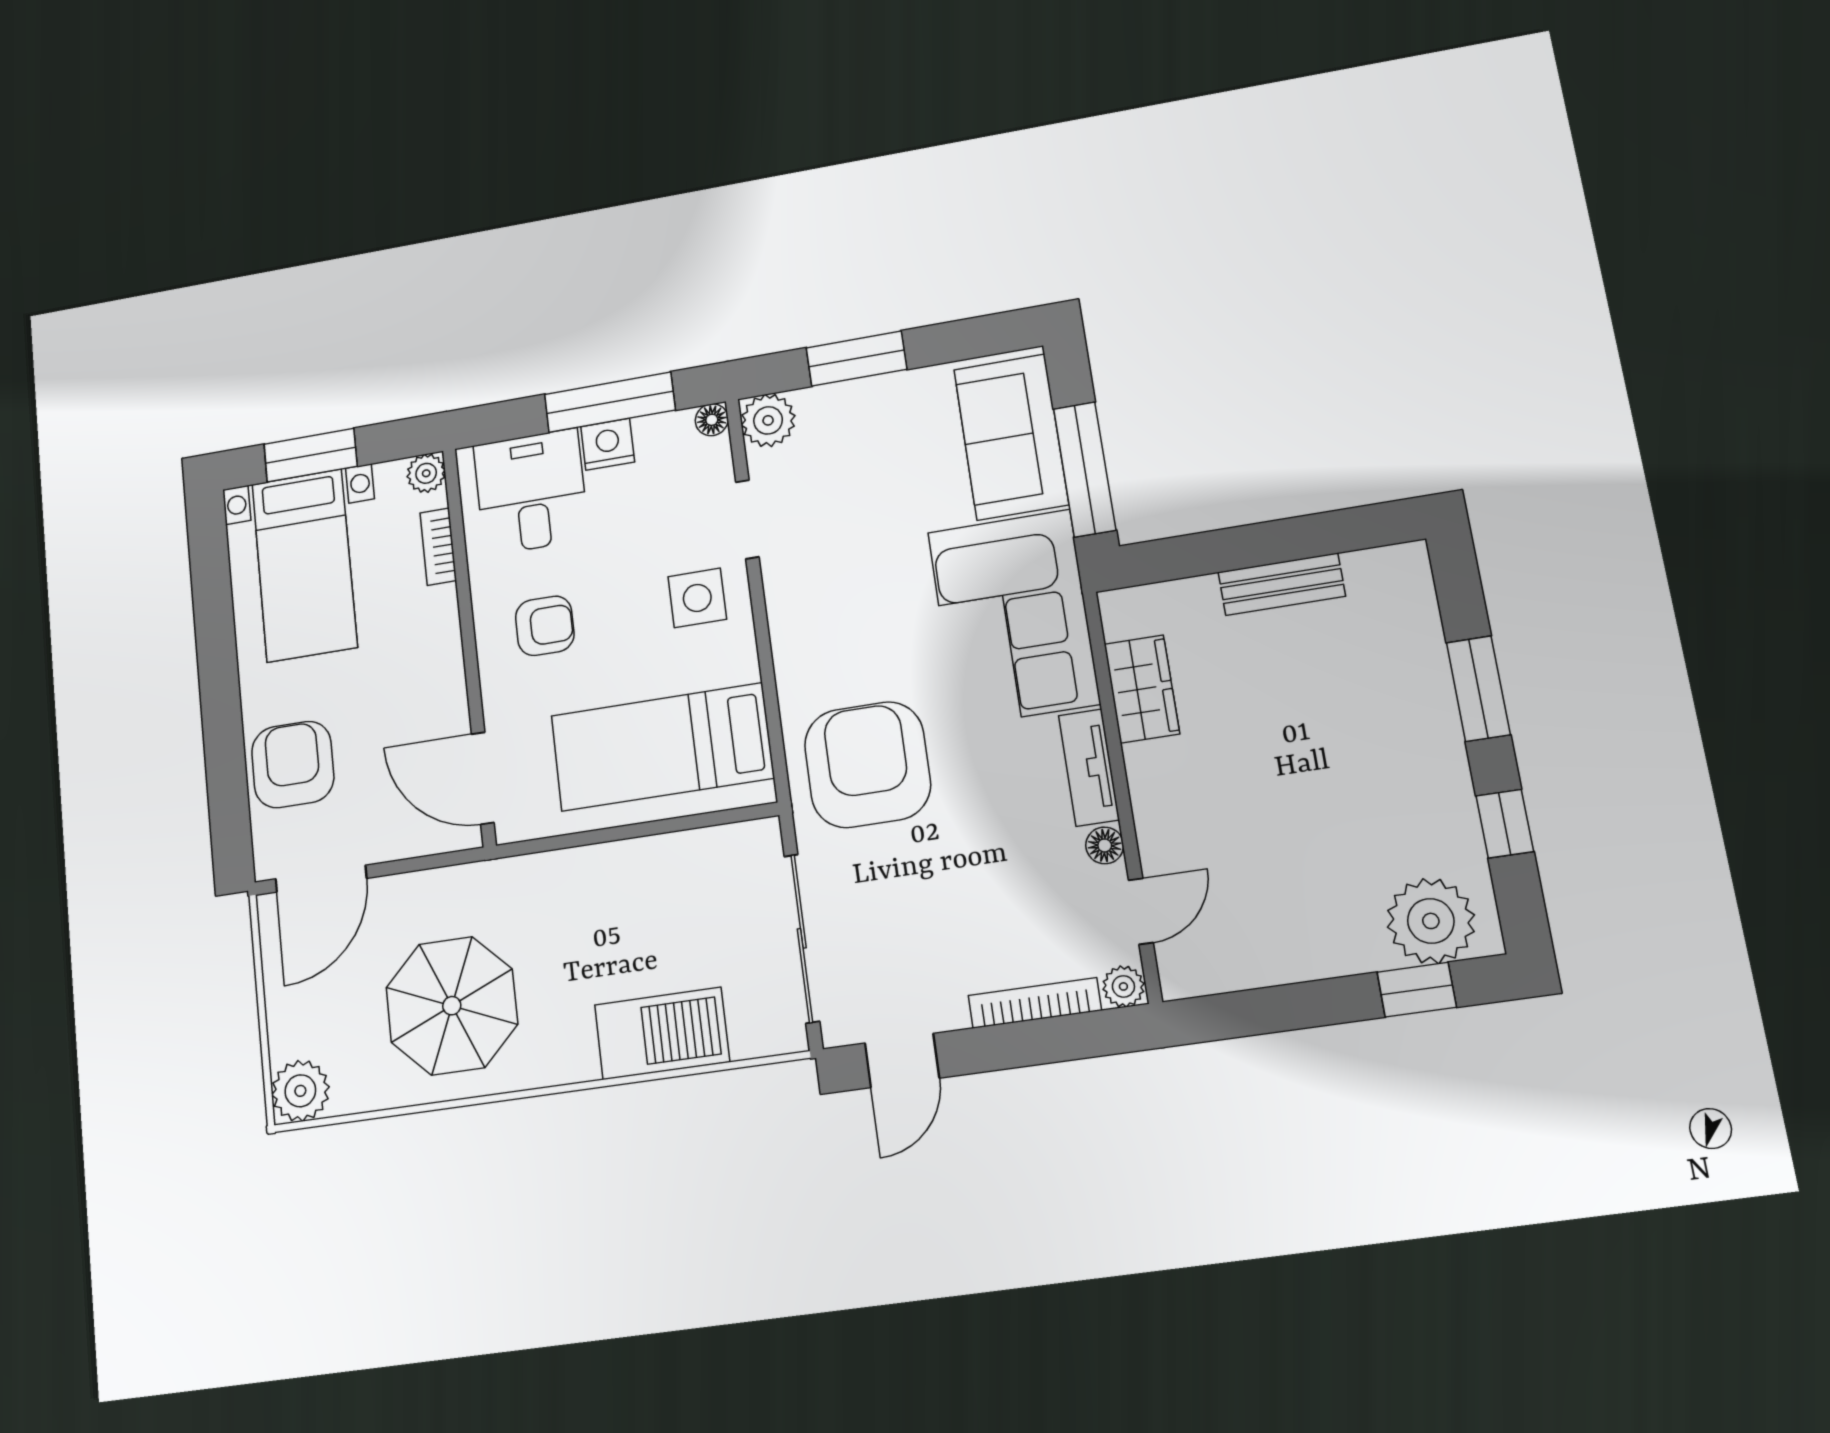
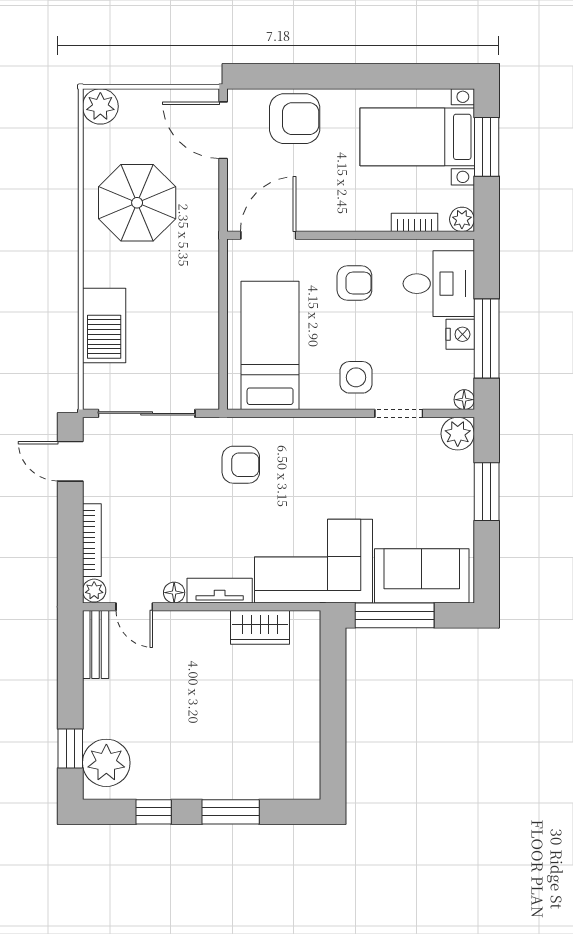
bench: (1282, 584) -> (96, 645), moved
armchair: (545, 626) -> (354, 283), turned -90
armchair: (867, 765) -> (241, 465), width x0.53, depth x0.53

